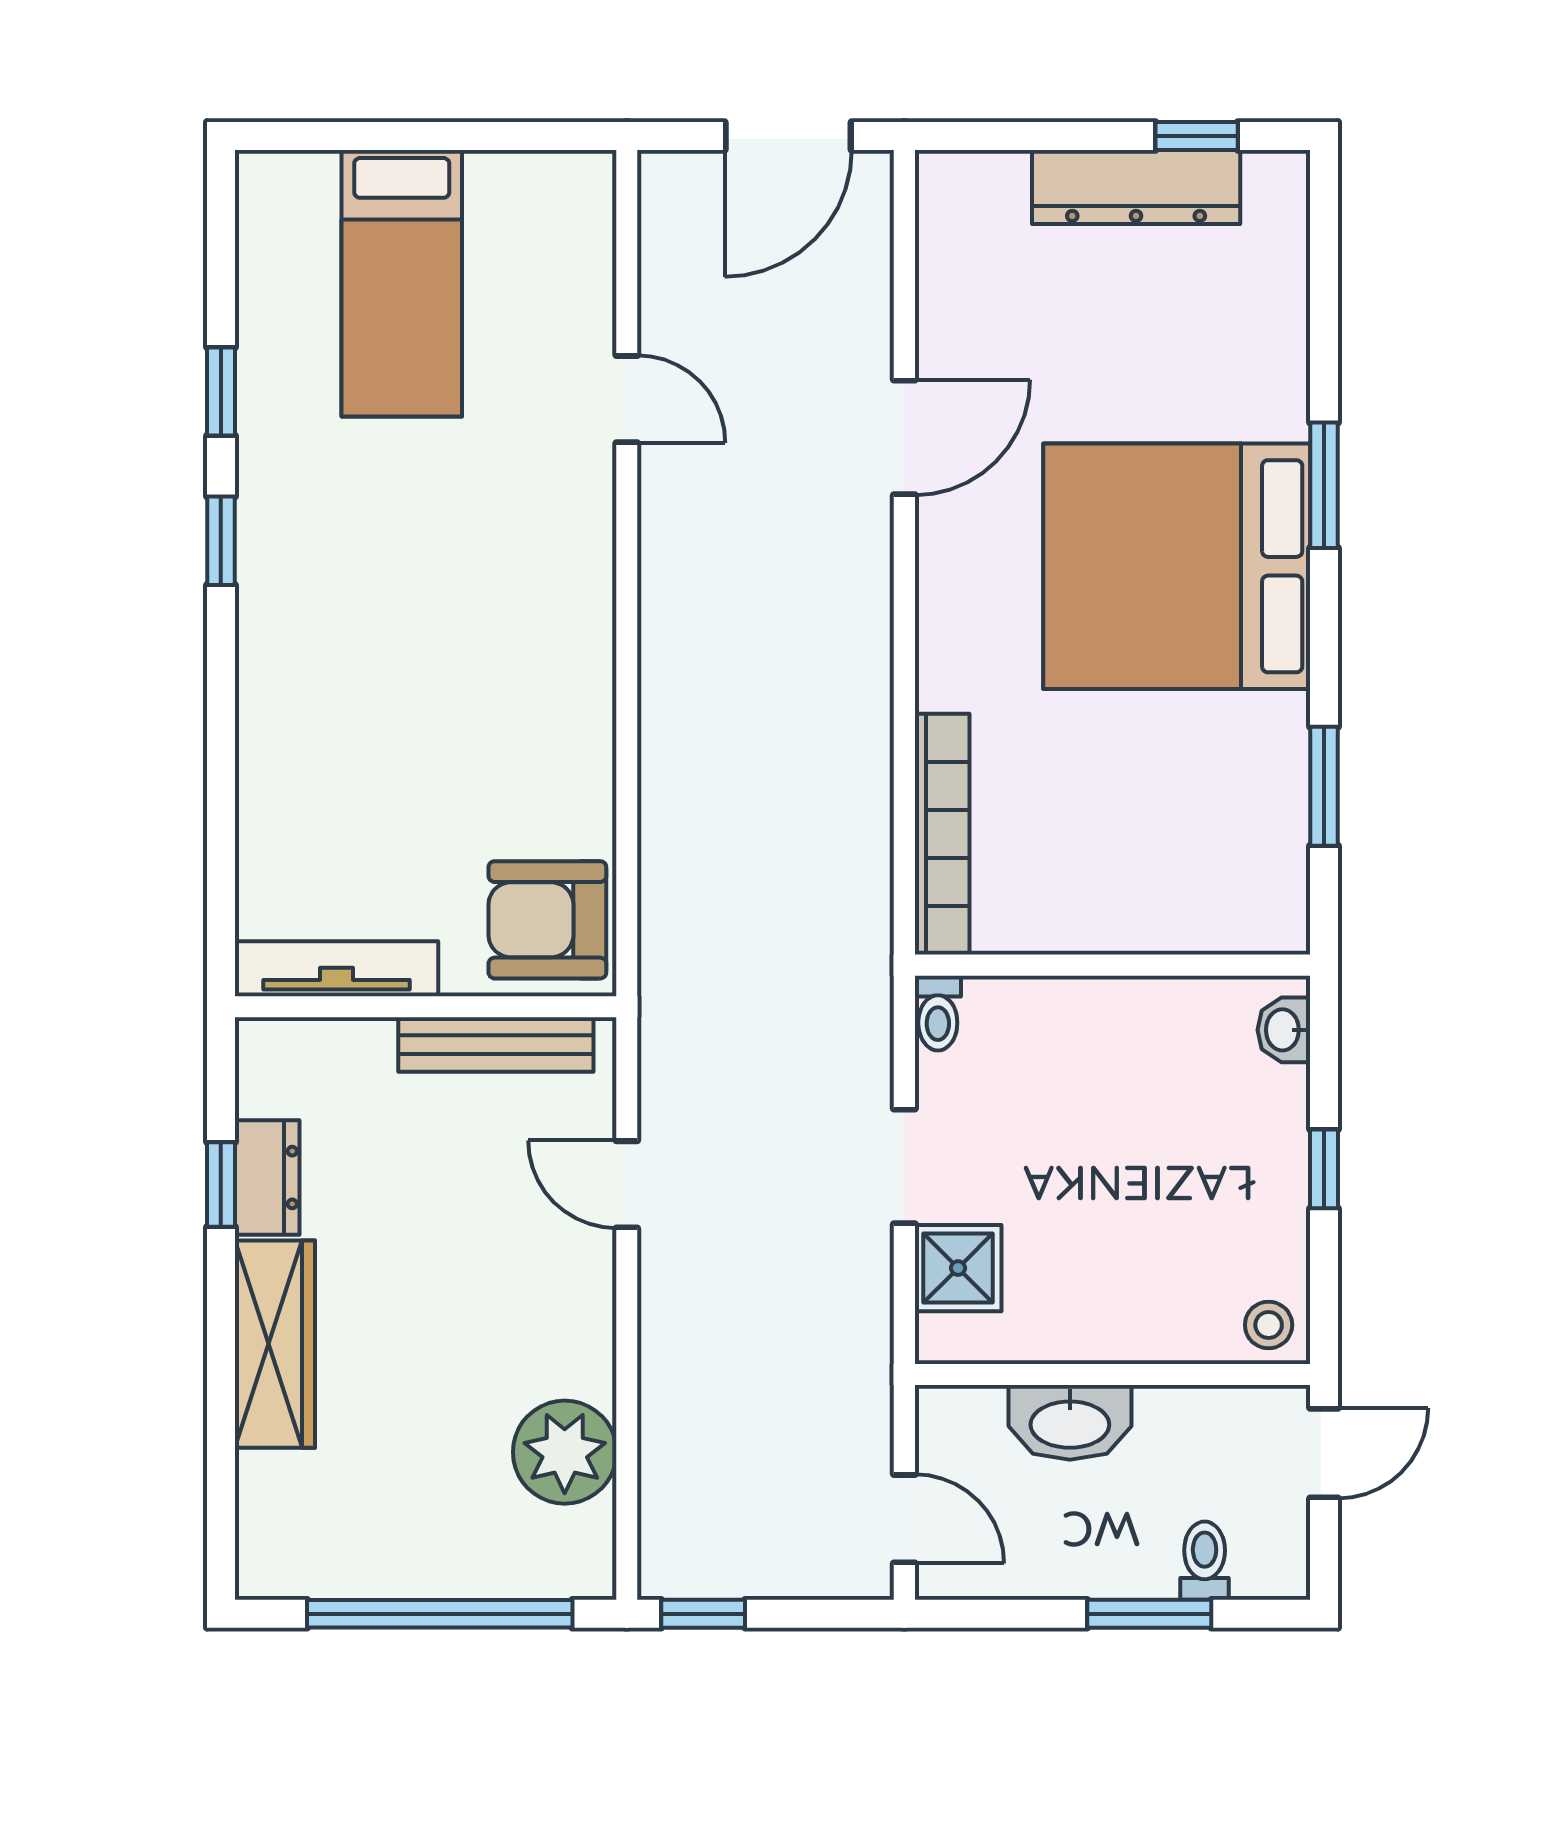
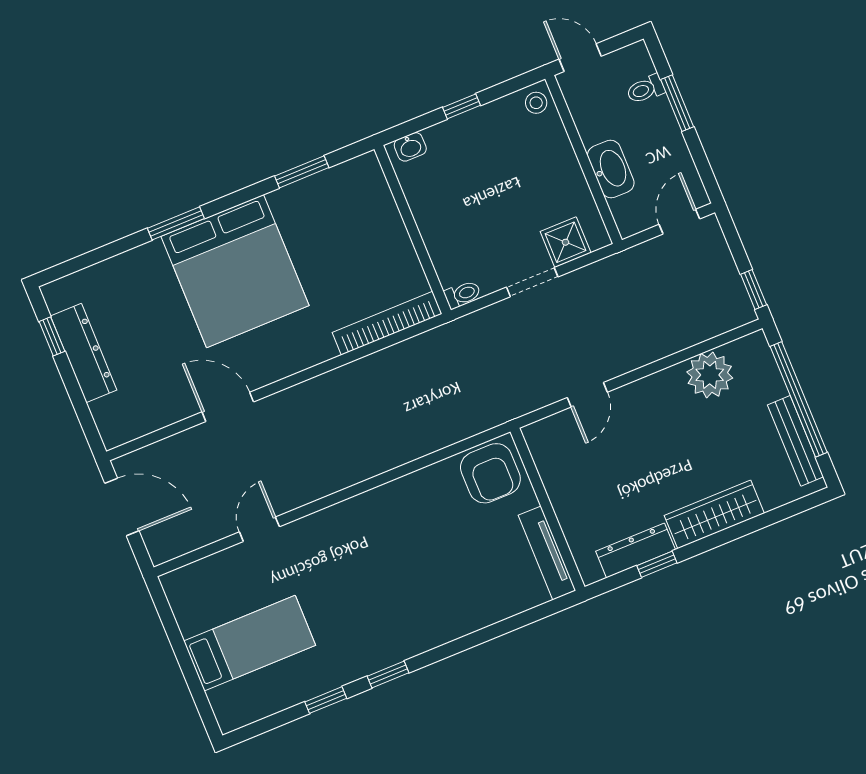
bench: (496, 1044) -> (796, 441), moved
dresser: (267, 1178) -> (636, 550), width x1.44

